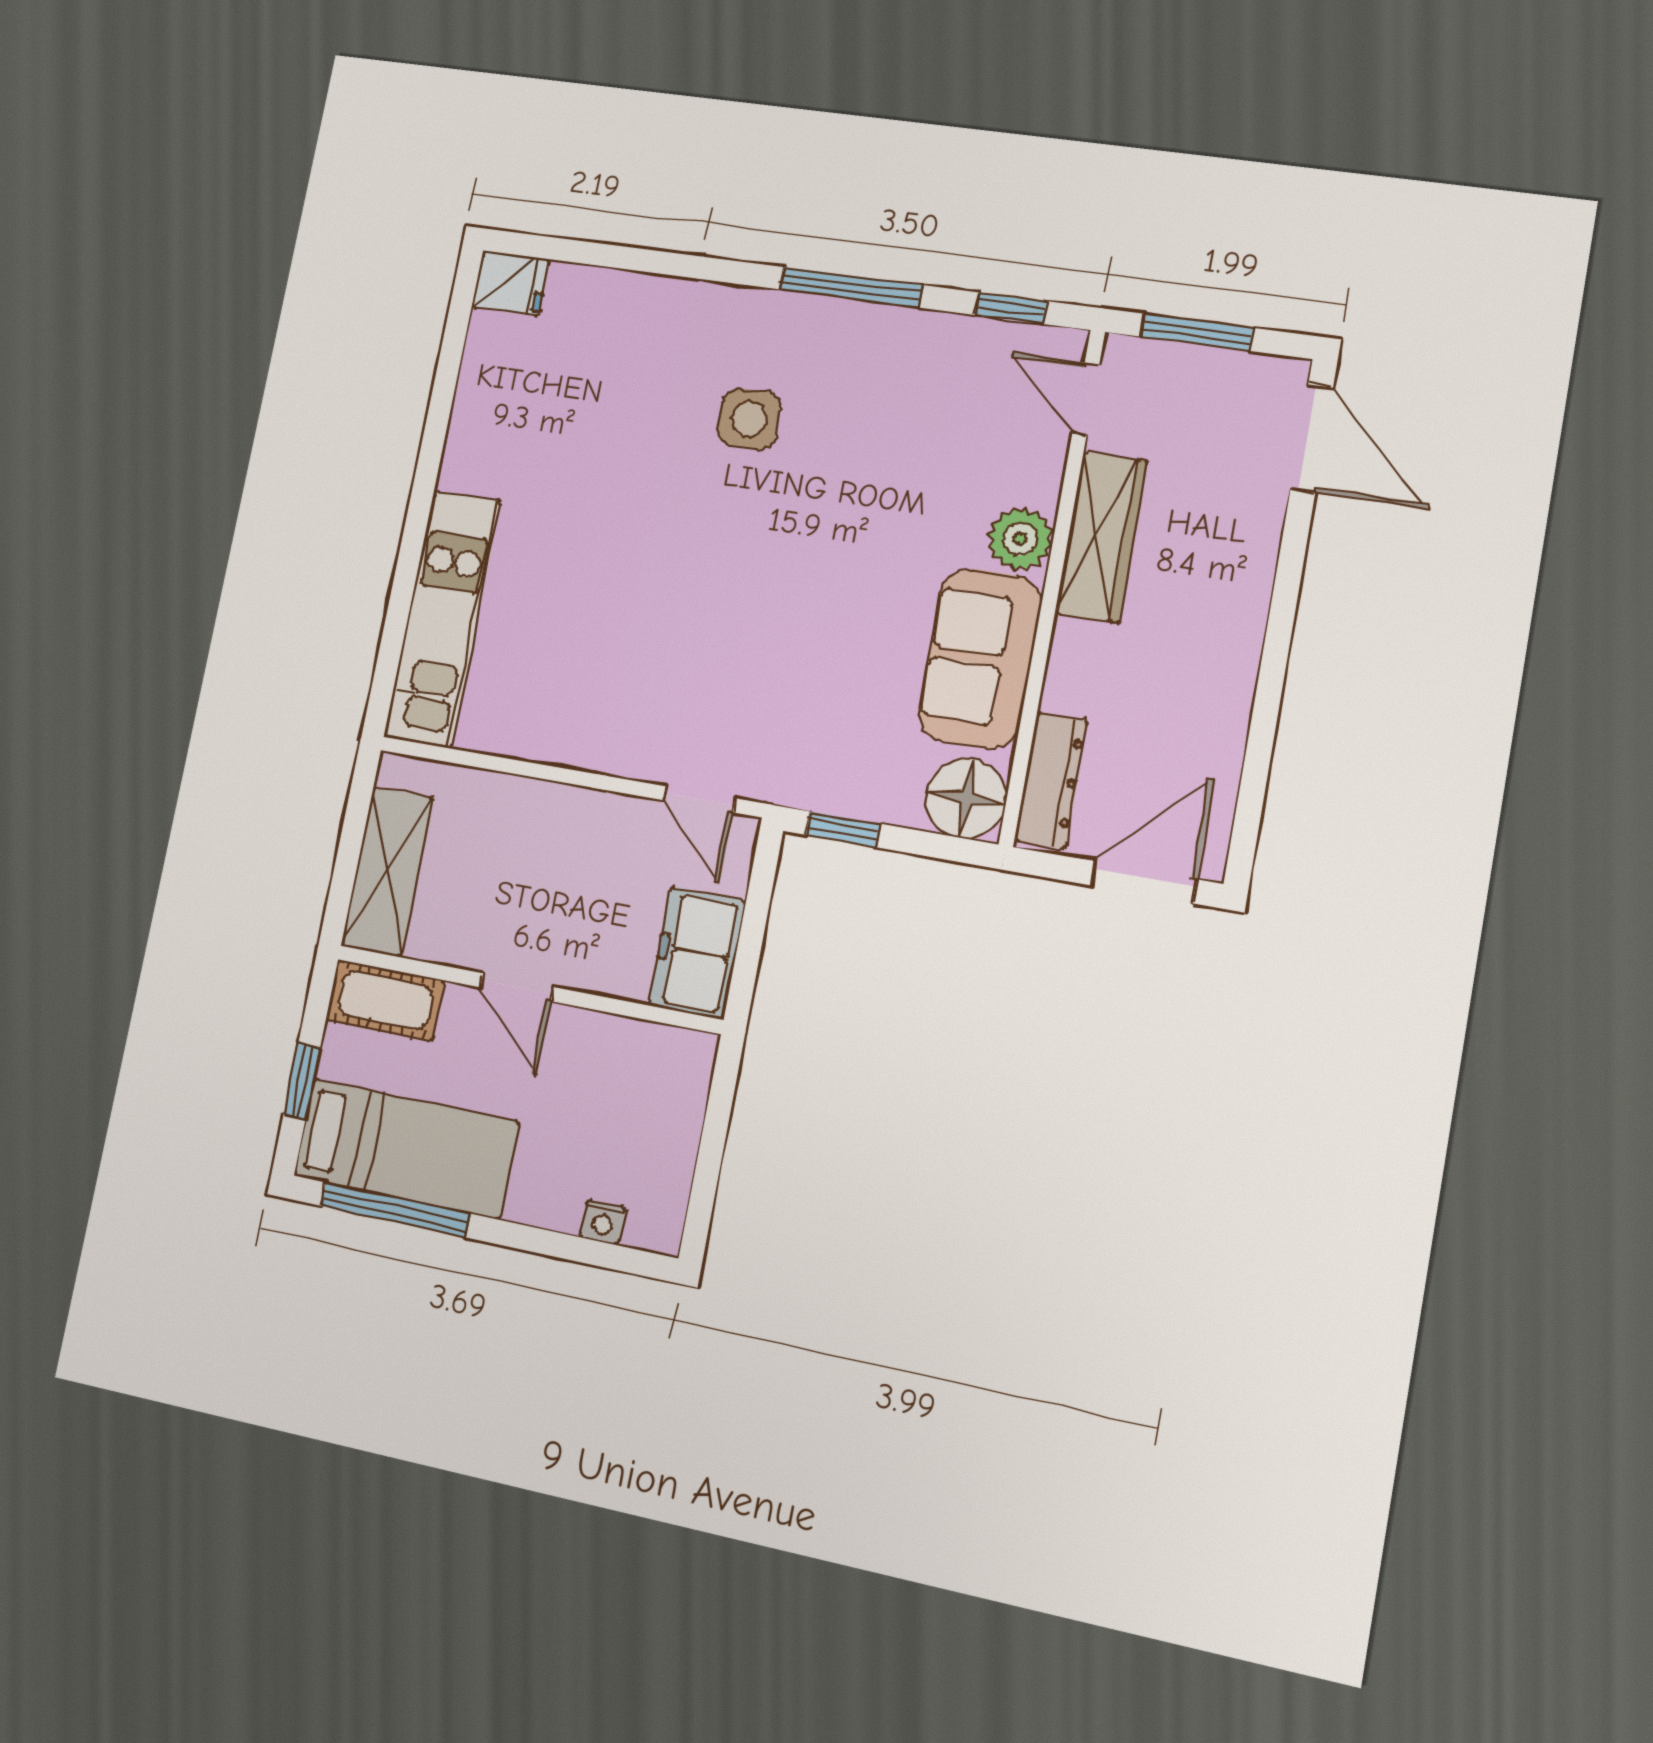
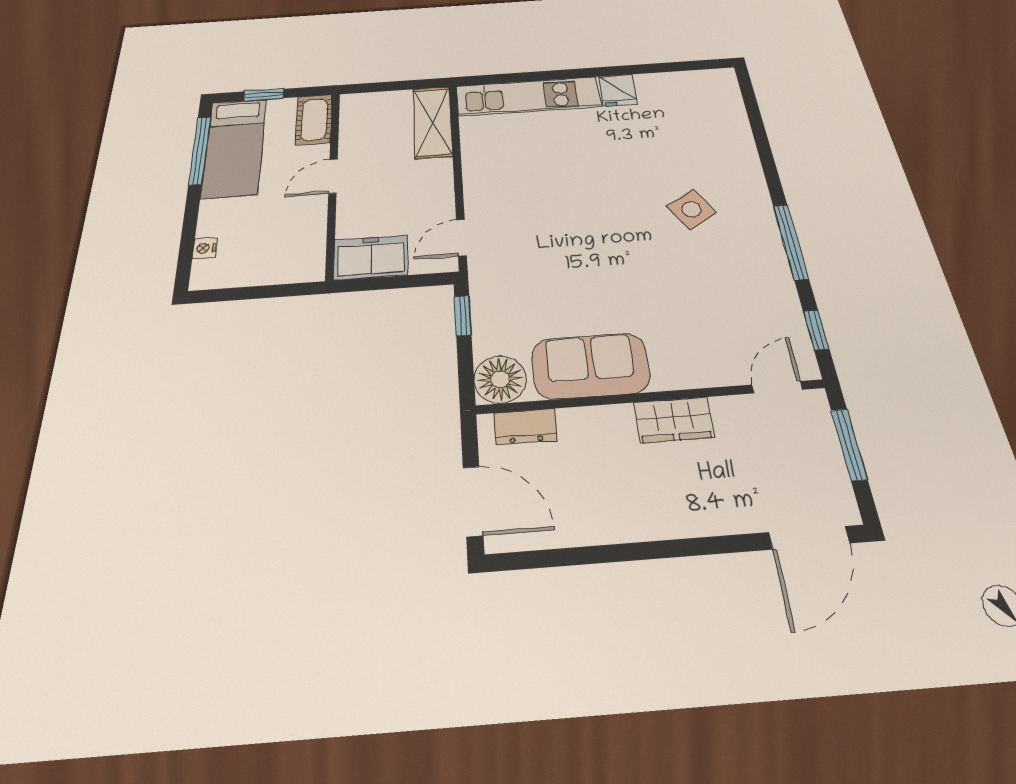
fridge: (511, 283) -> (618, 90), moved
side table: (749, 419) -> (691, 209), turned -30
wardrobe: (1101, 537) -> (674, 420), width x0.67
plant: (1020, 539) -> (674, 371), removed
dresser: (1051, 780) -> (525, 427), width x0.70
shelving: (388, 872) -> (433, 122), moved, turned 90

